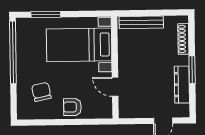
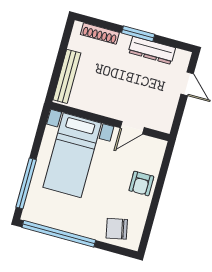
window: (46, 14) -> (26, 183), width x1.44
chair: (41, 92) -> (117, 229), moved

